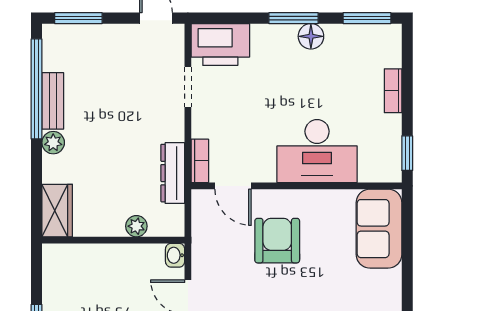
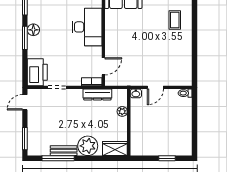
window: (36, 89) -> (58, 158), width x0.68
plant: (53, 143) -> (88, 146), width x1.88, depth x1.88
armchair: (277, 241) -> (129, 46), removed

